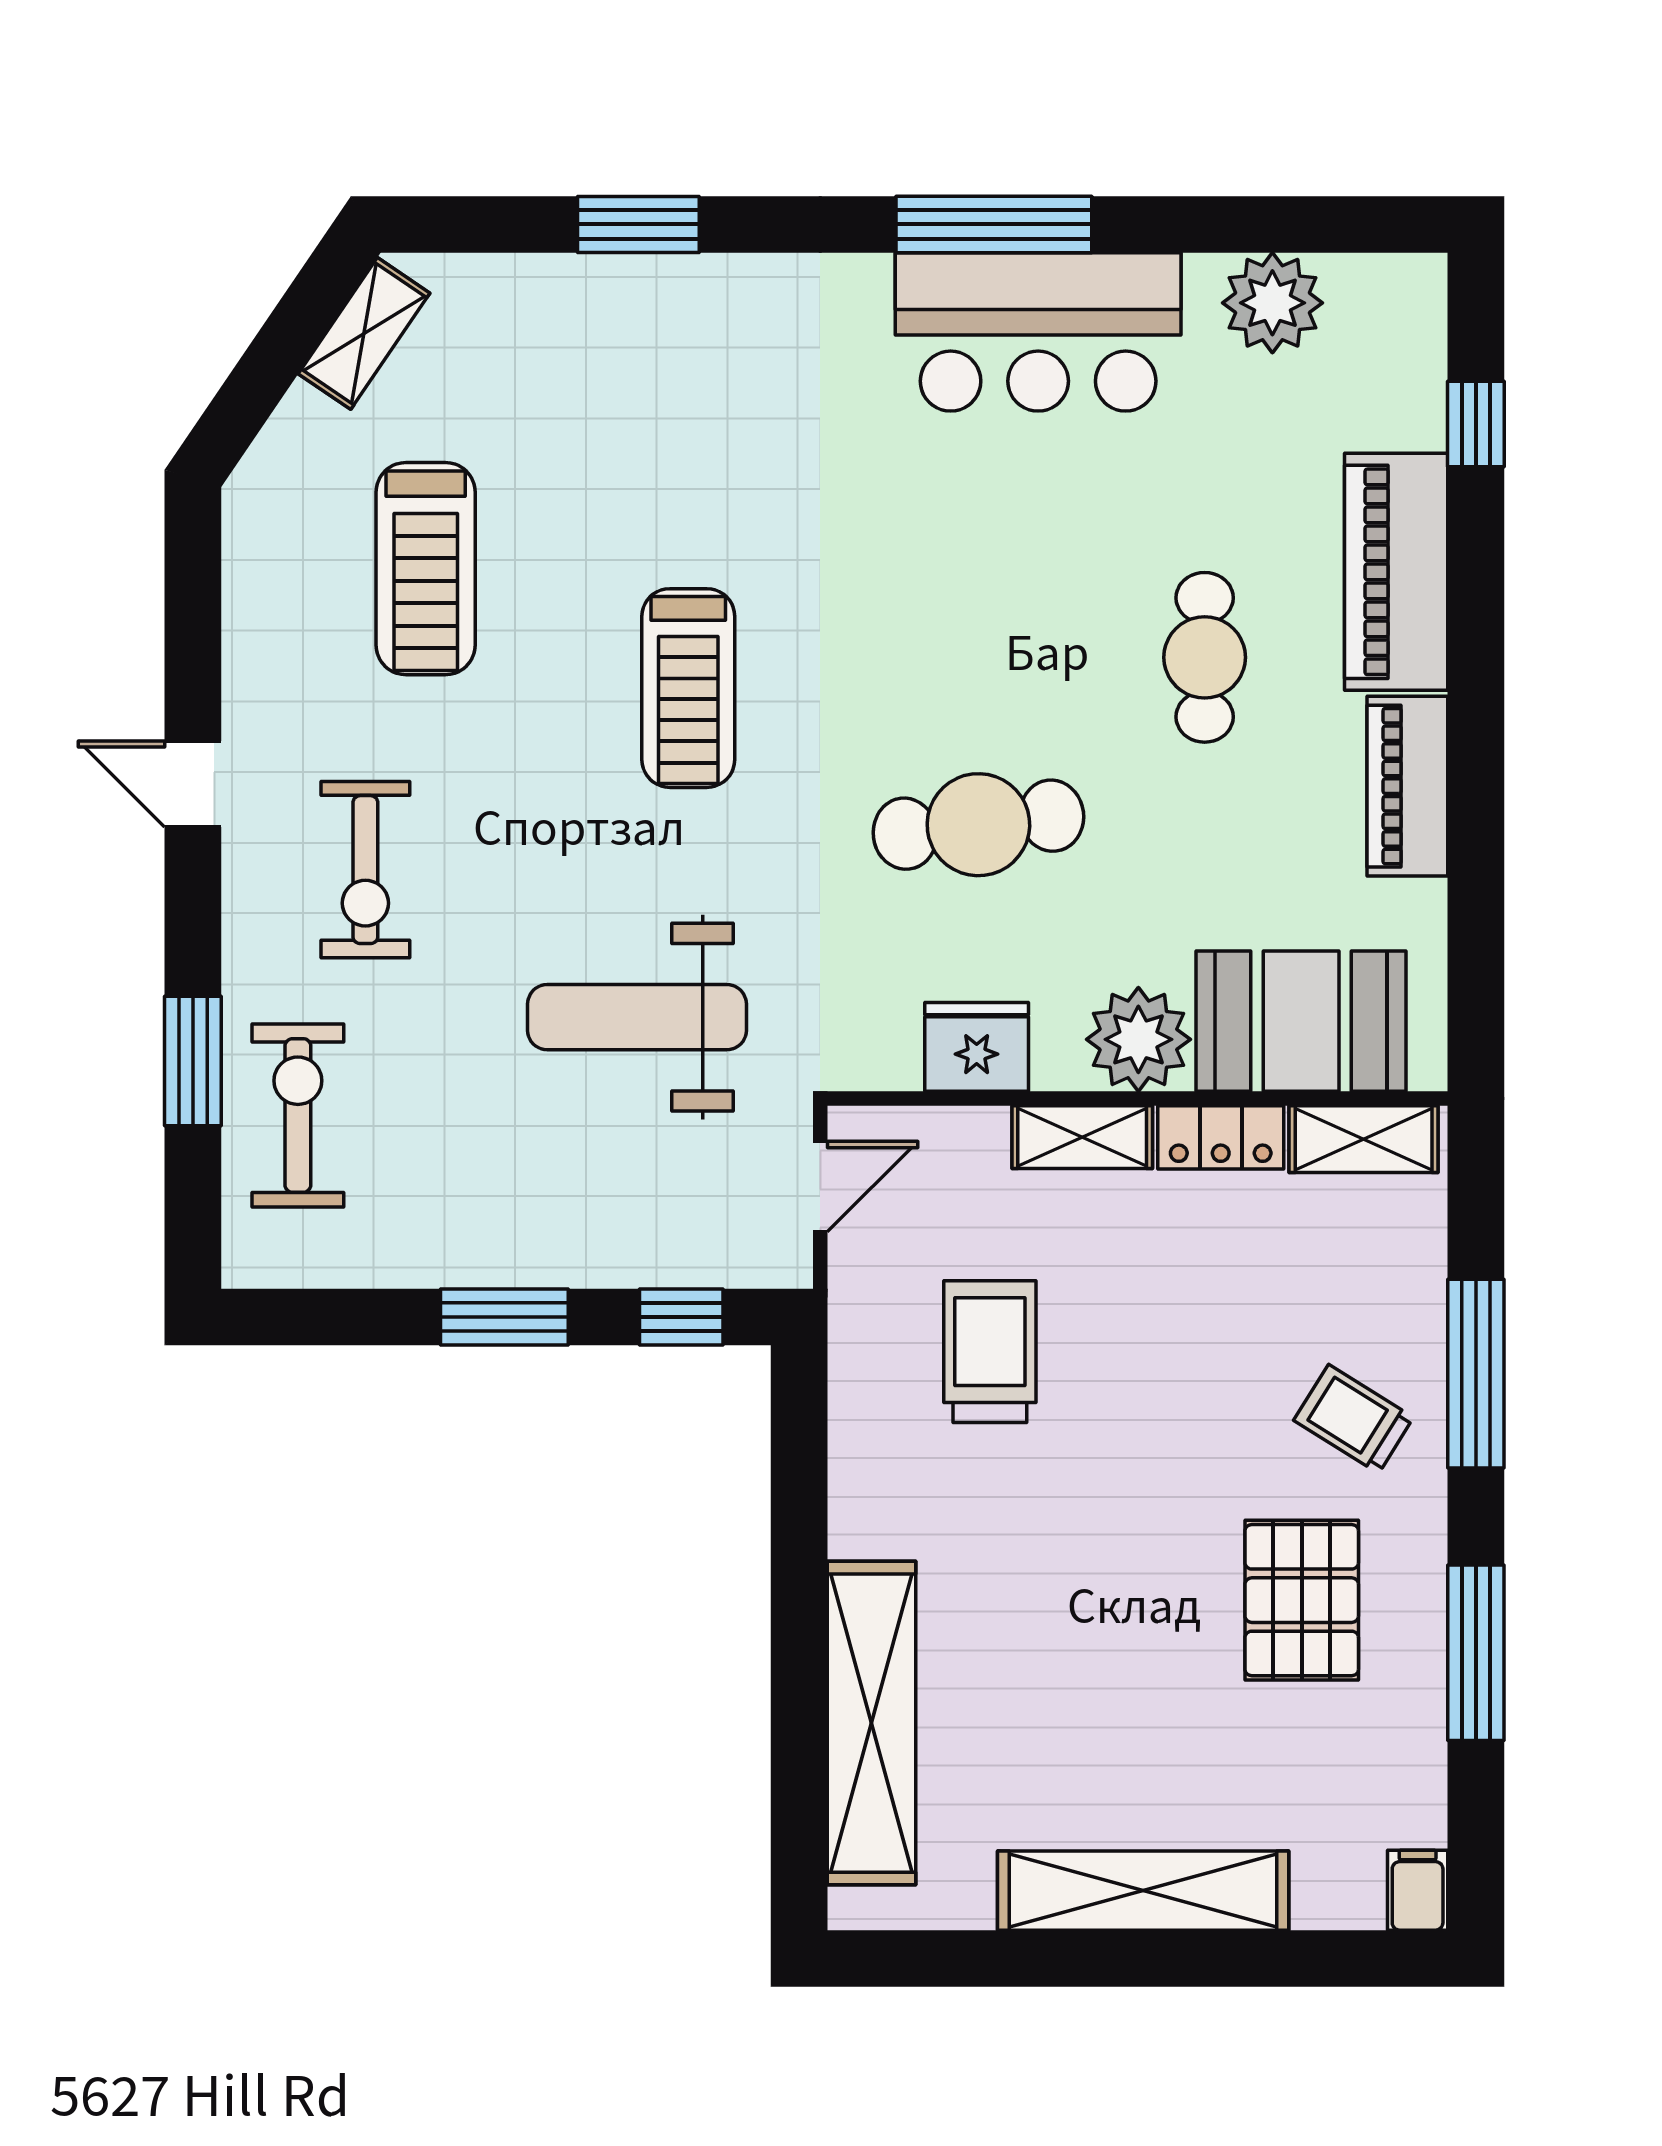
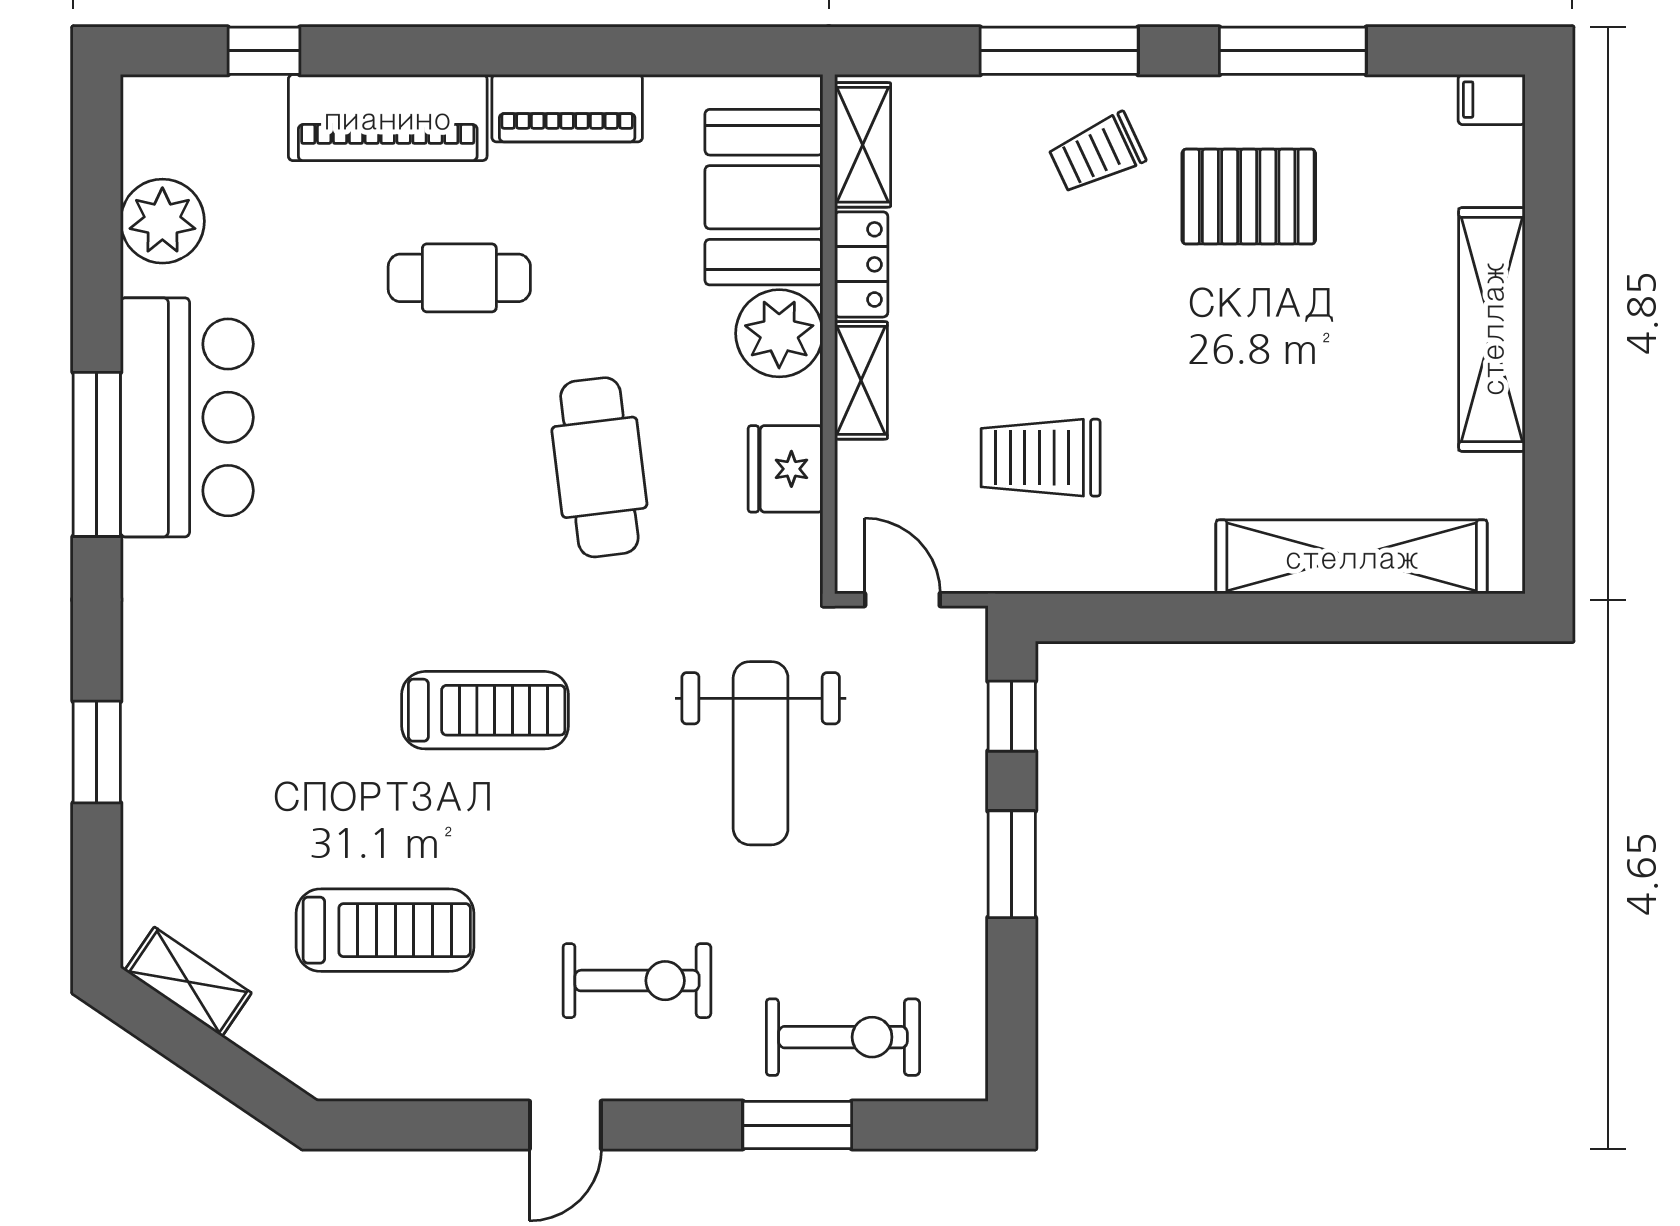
exercise bike: (298, 1115) -> (843, 1037), turned 180
trolley: (1354, 1419) -> (1097, 153), turned 33

